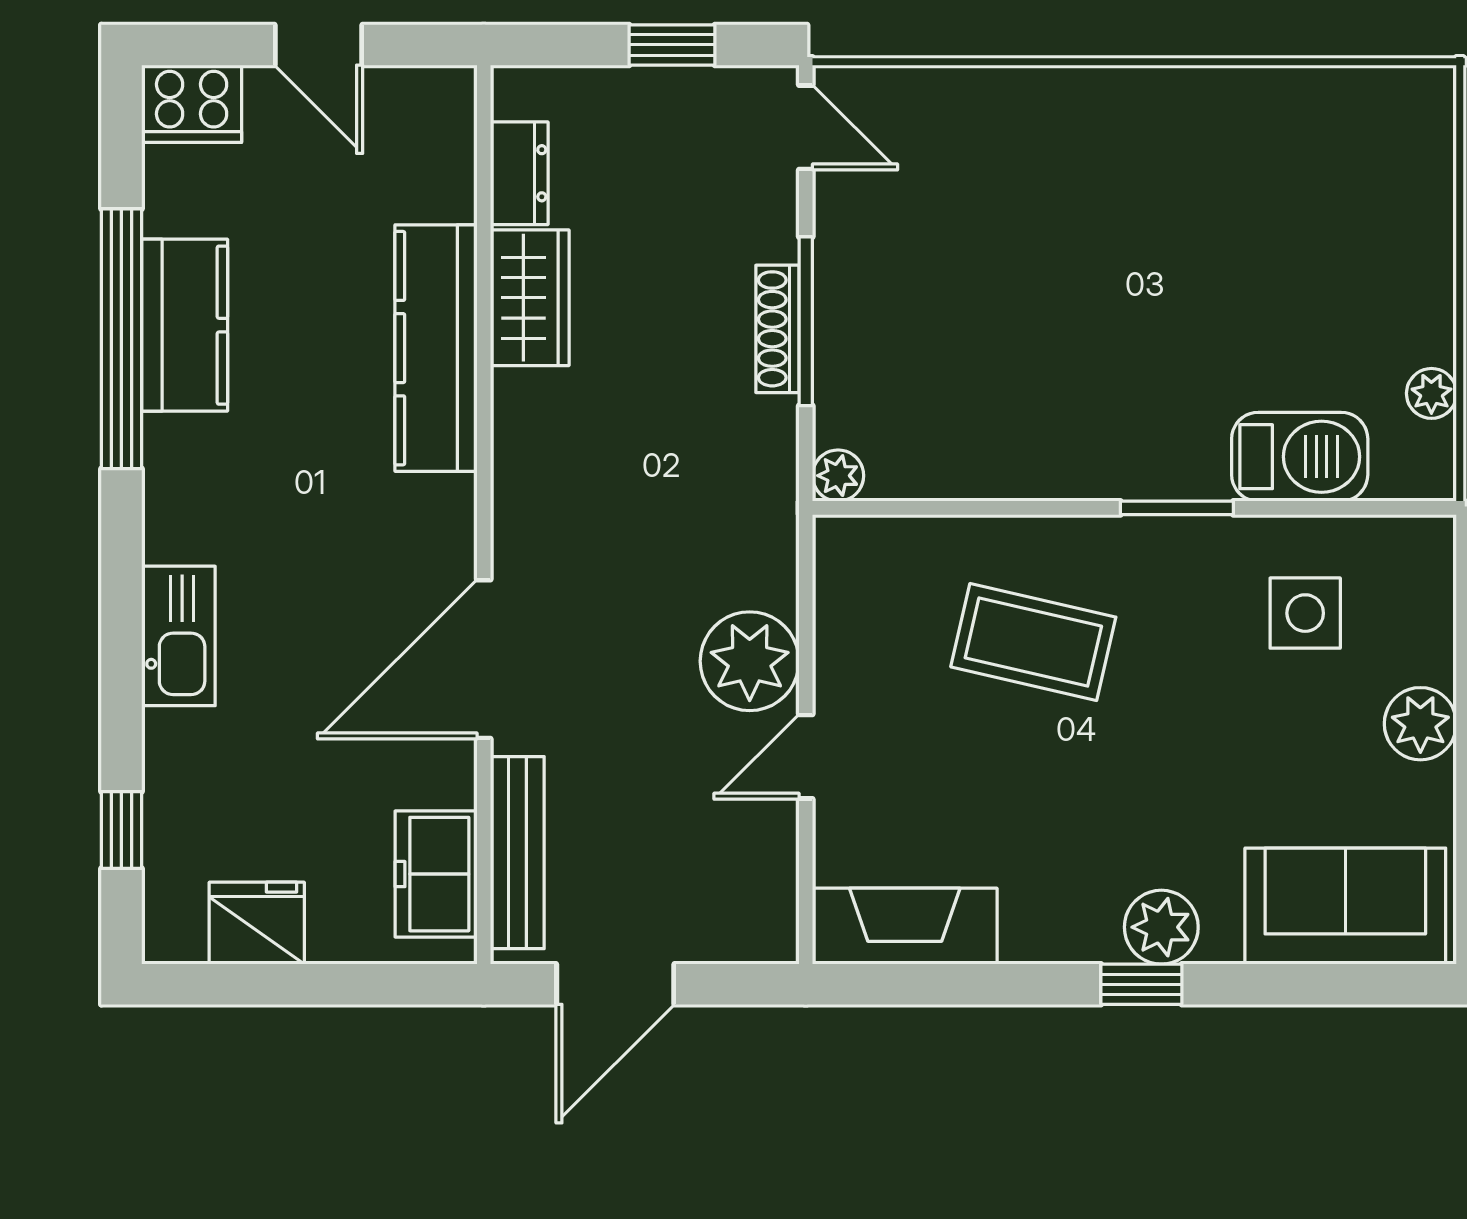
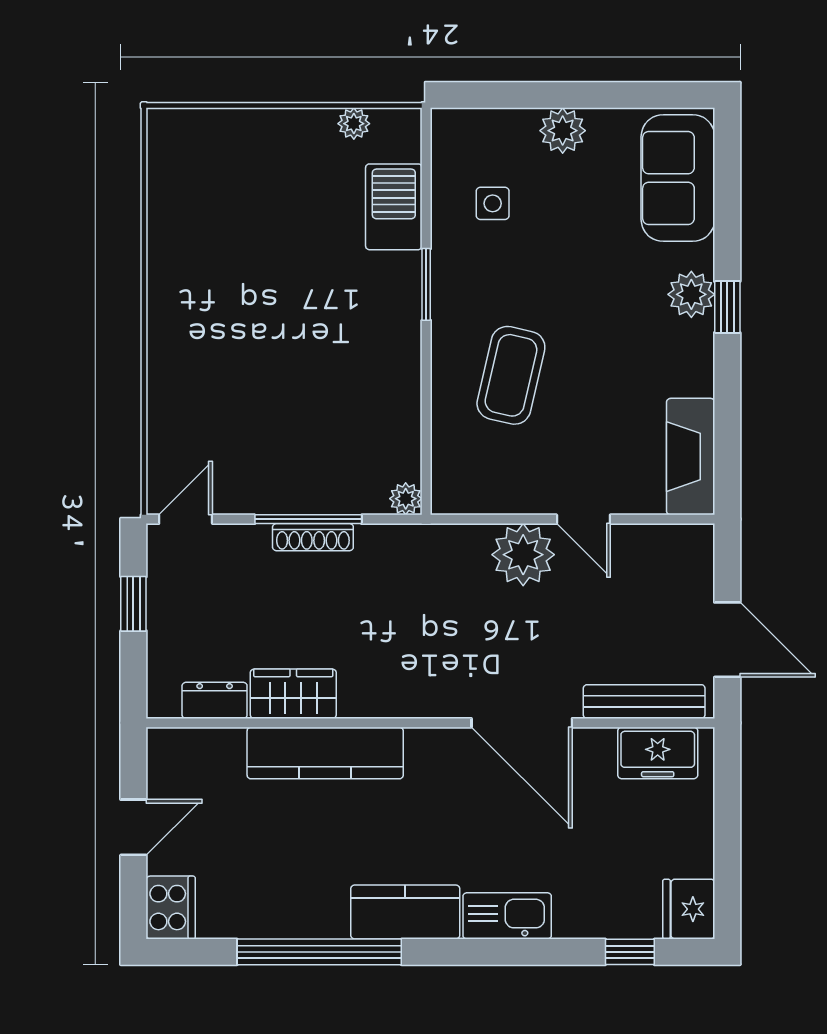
kitchen counter: (185, 325) -> (405, 912), moved
side table: (1305, 613) -> (493, 203), width x0.73, depth x0.73
fridge: (257, 923) -> (689, 909), moved

